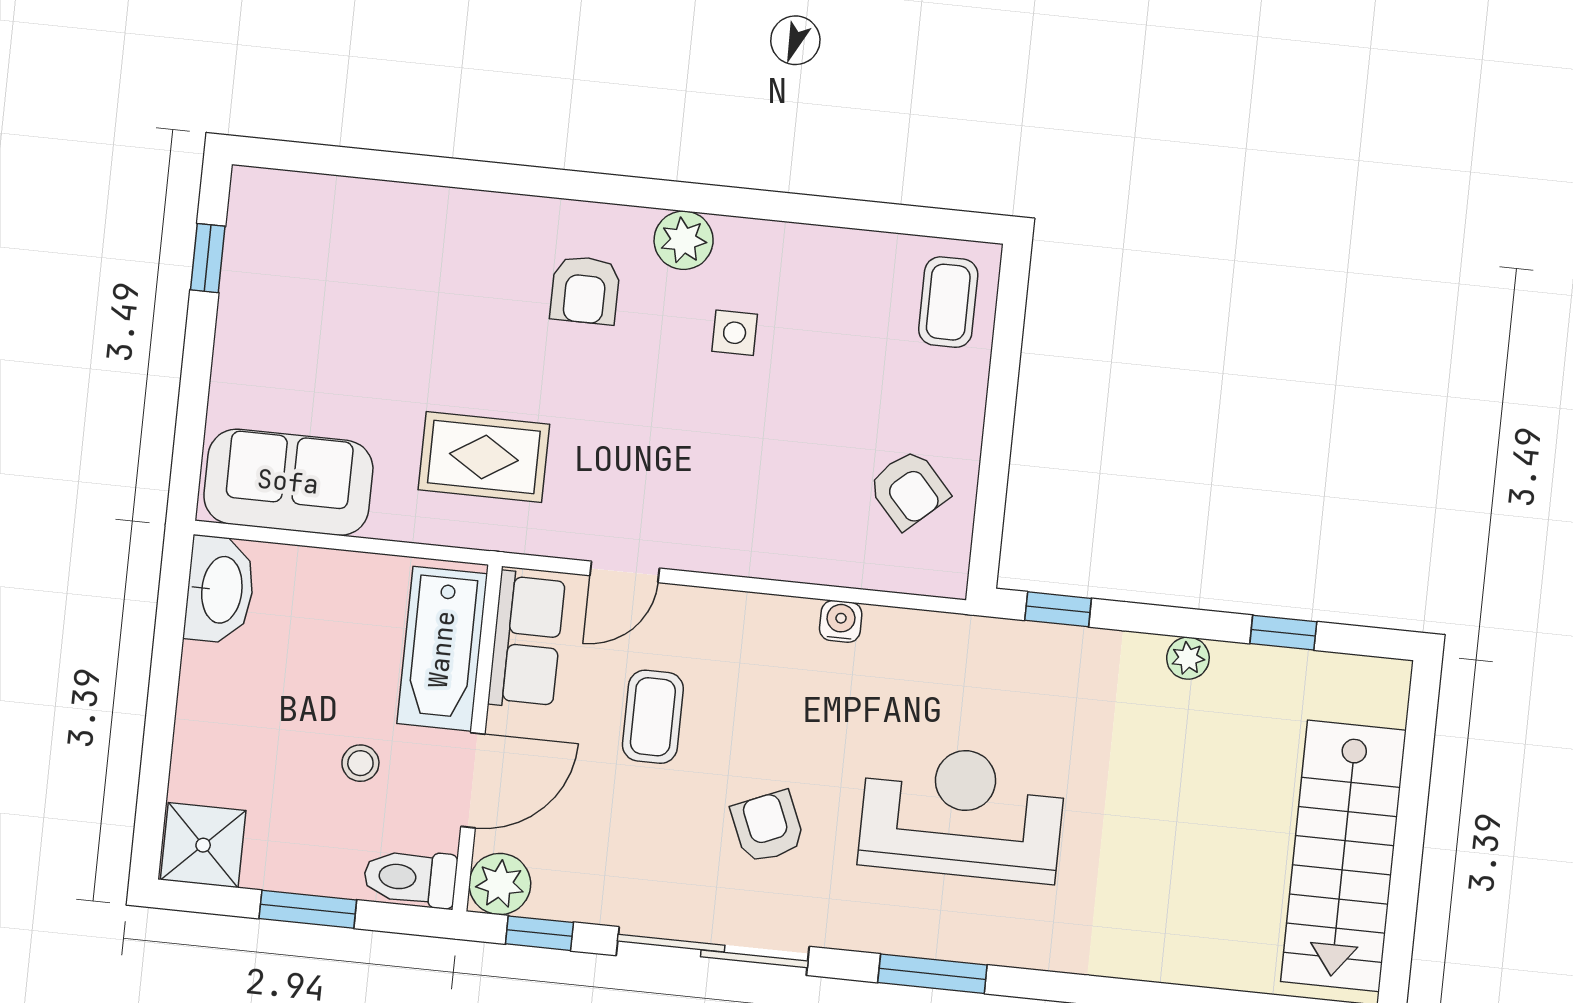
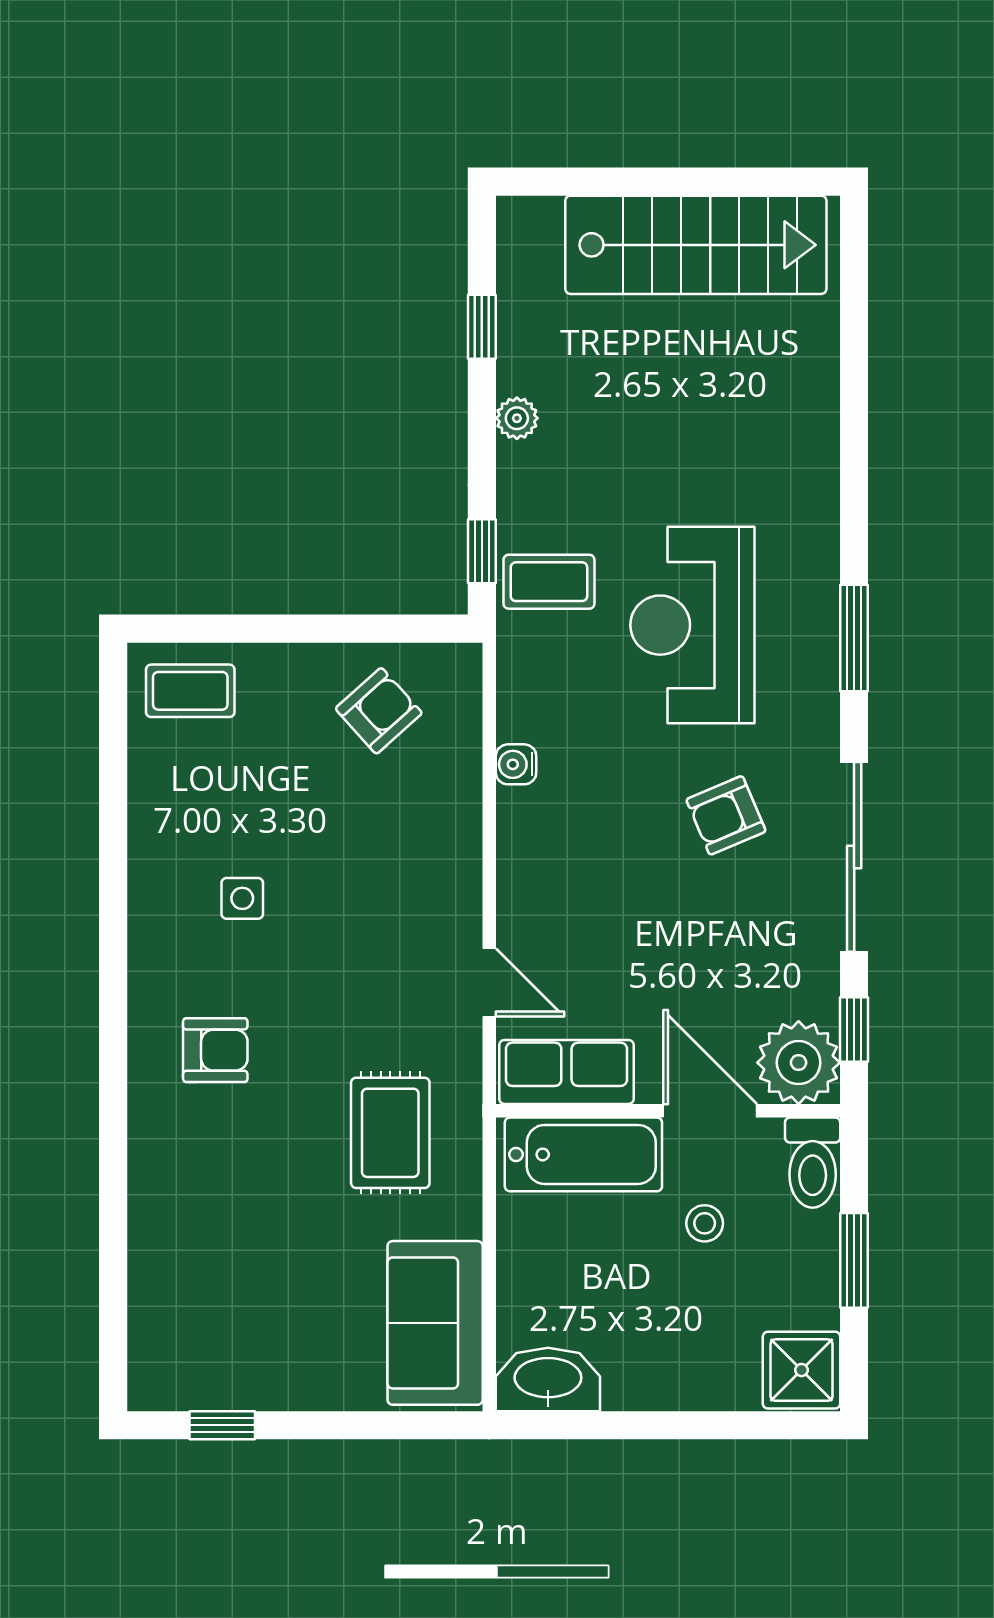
plant: (684, 240) -> (156, 958), removed
coffee table: (653, 717) -> (549, 582), moved
plant: (500, 884) -> (799, 1063), width x1.36, depth x1.36

